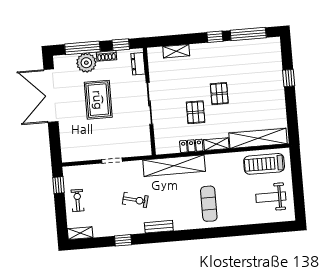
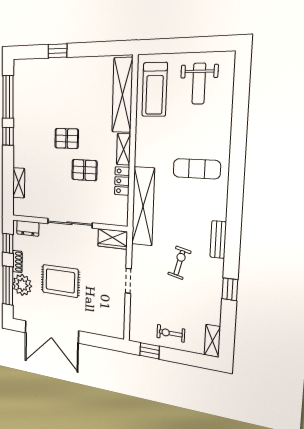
wardrobe: (143, 143) -> (113, 239), added

